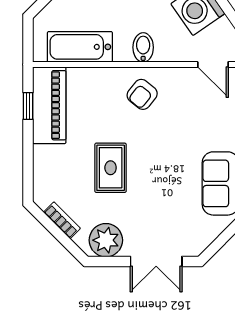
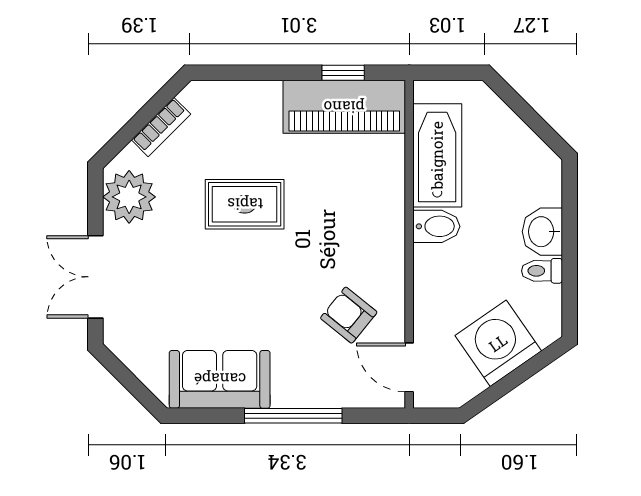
bidet: (143, 47) -> (436, 226), moved
door: (213, 64) -> (409, 367), hinge flipped
armchair: (142, 94) -> (349, 315), moved

